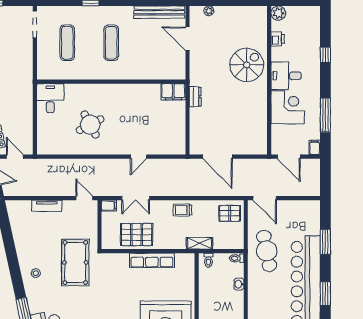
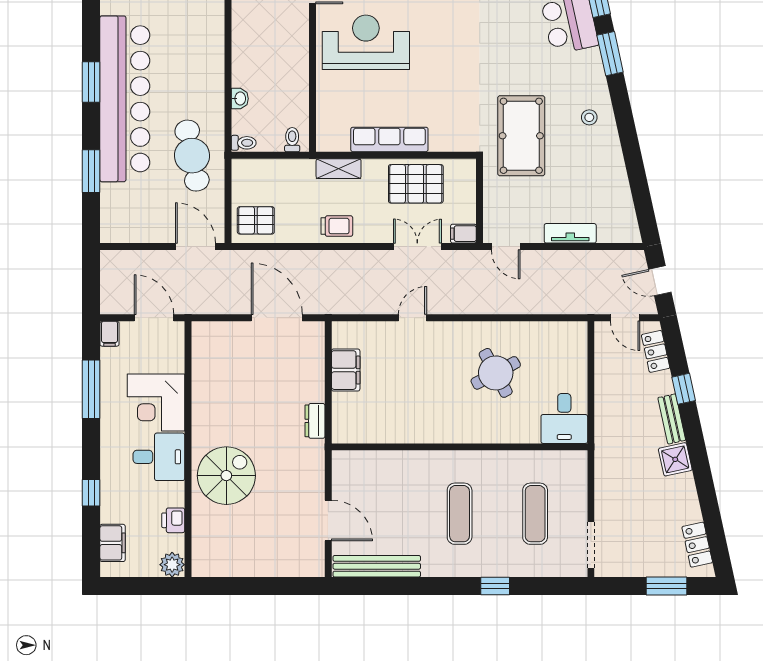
plant: (209, 11) -> (291, 569), removed
filing cabinet: (313, 26) -> (113, 543), added
spiral stairs: (247, 65) -> (226, 476), turned 180
filing cabinet: (173, 92) -> (346, 370), moved, turned 90
shelving: (199, 243) -> (339, 169), moved

